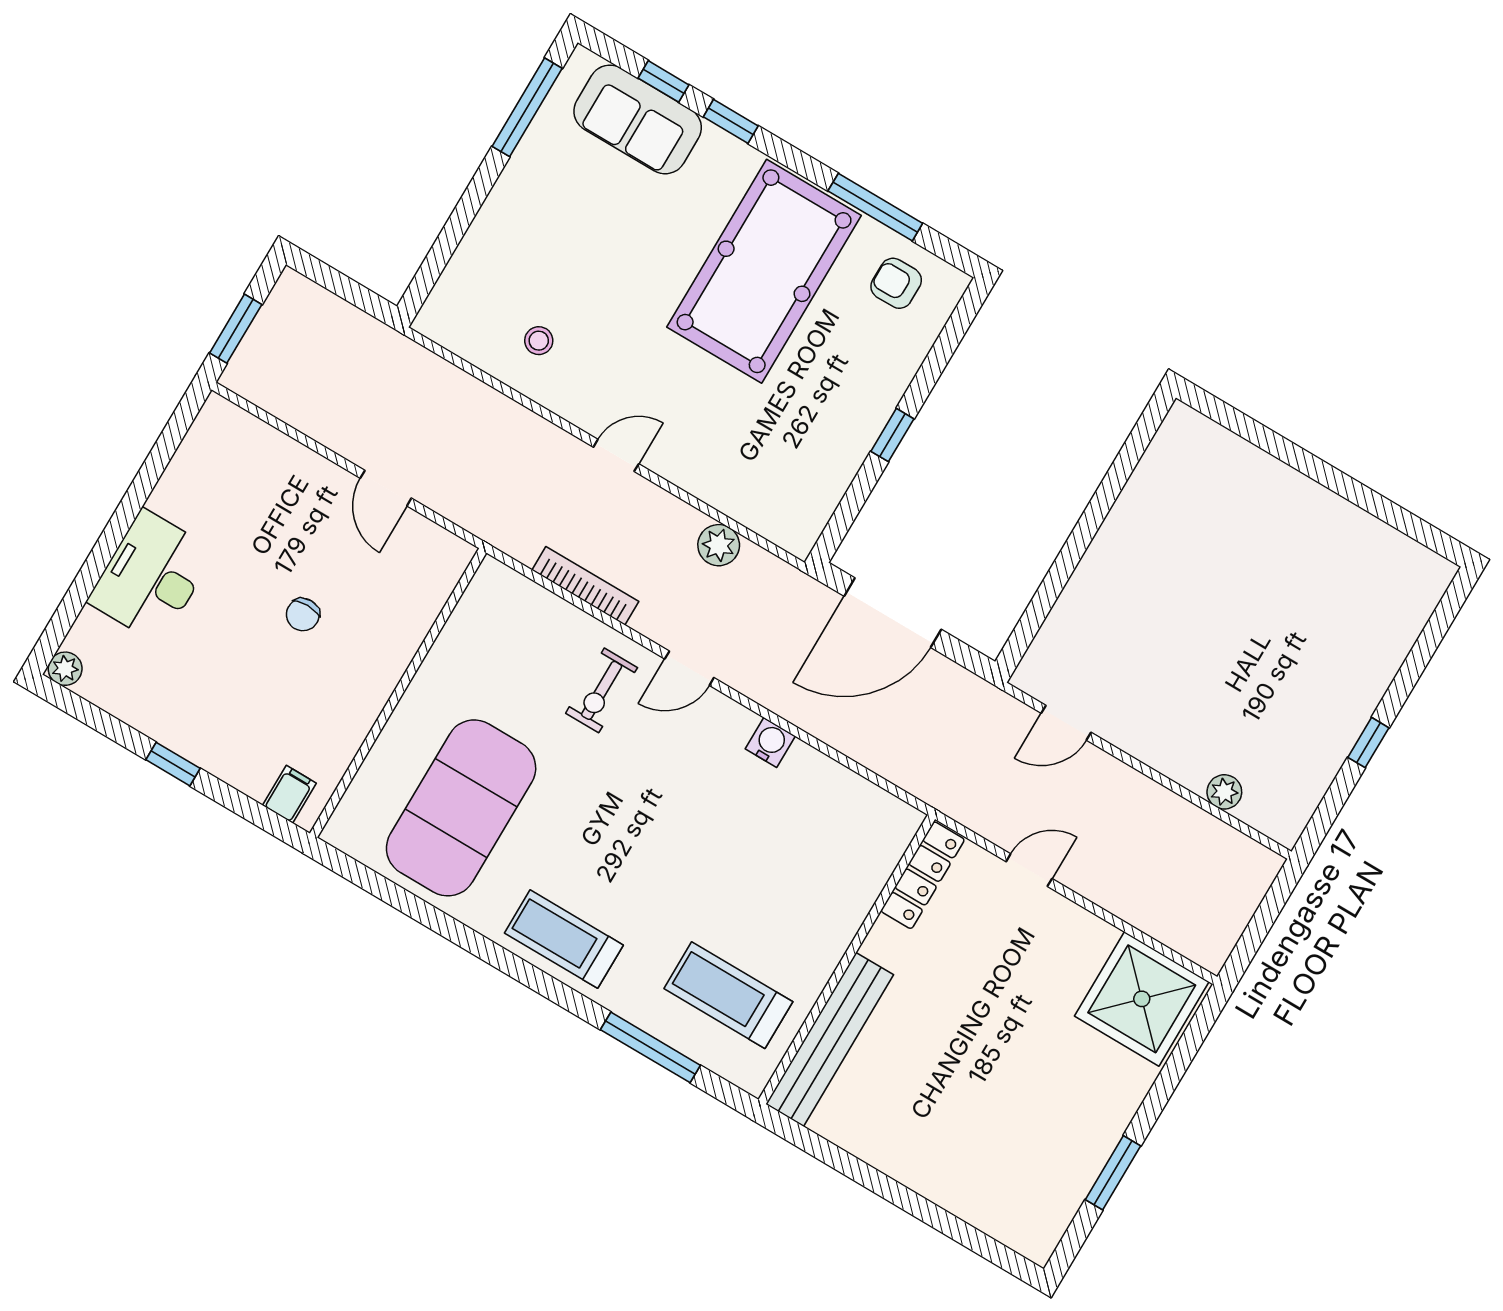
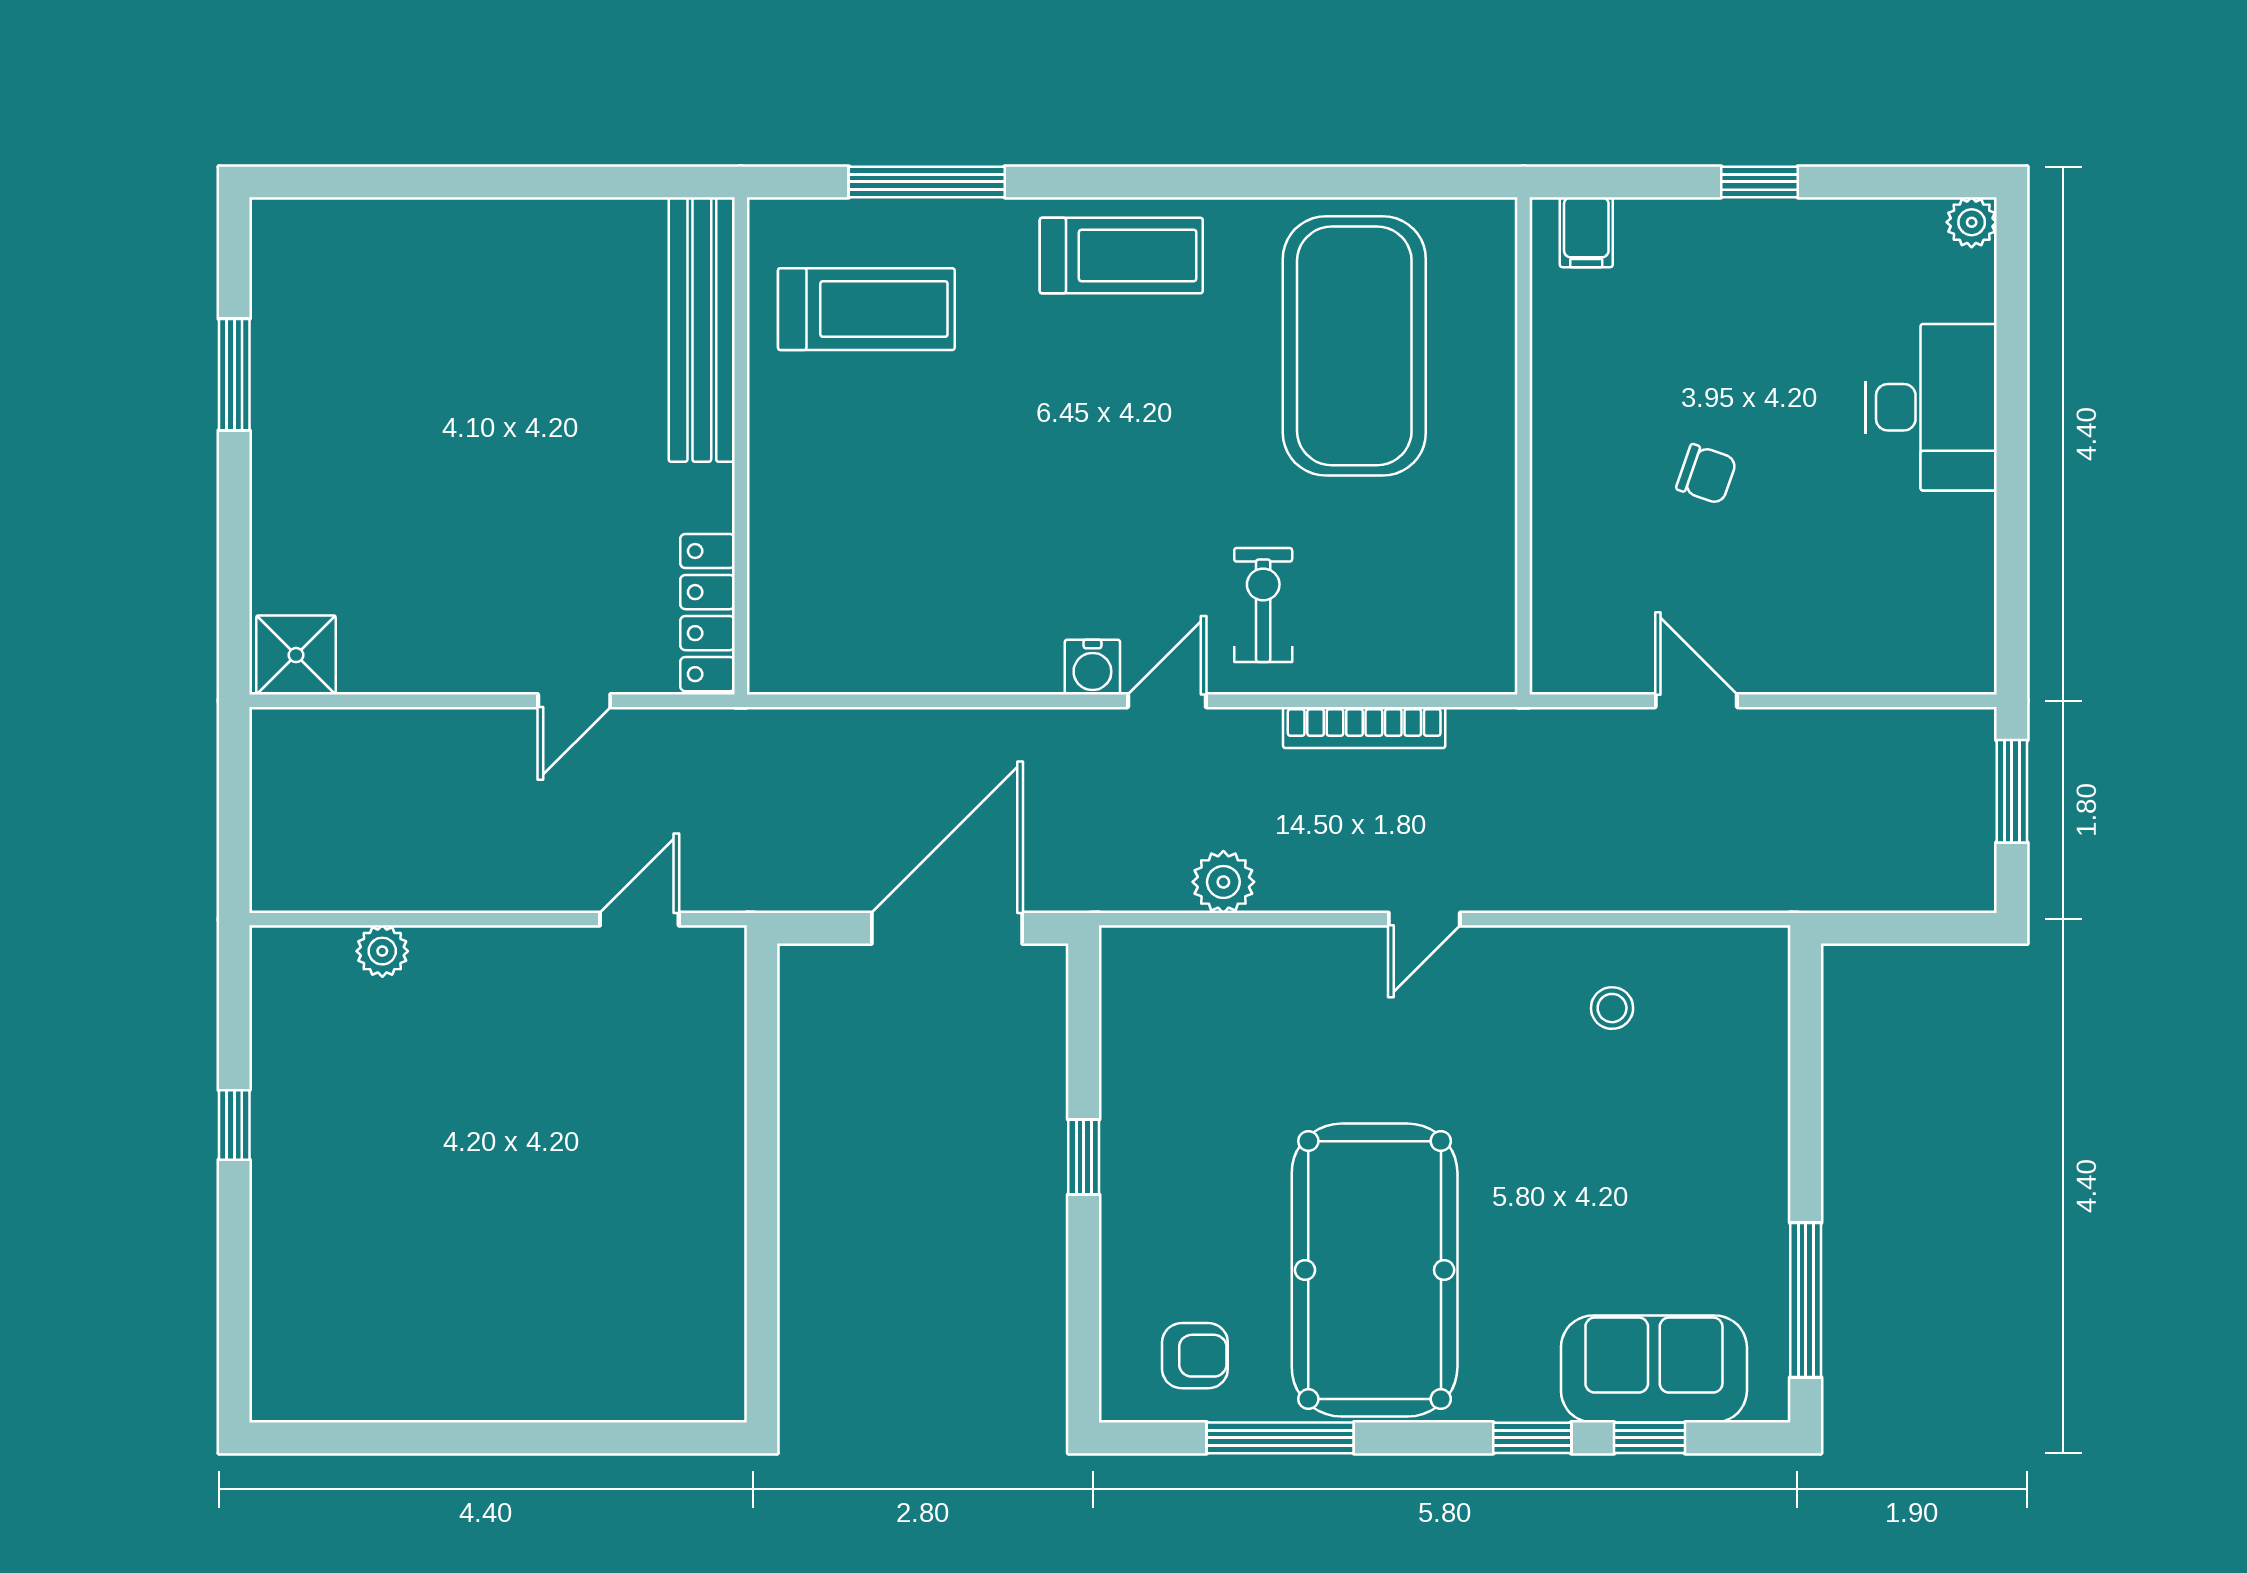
chair: (303, 615) -> (1706, 474), turned 109
water cooler: (770, 742) -> (1092, 667), moved
shower: (1142, 999) -> (296, 655), width x0.54, depth x0.54

